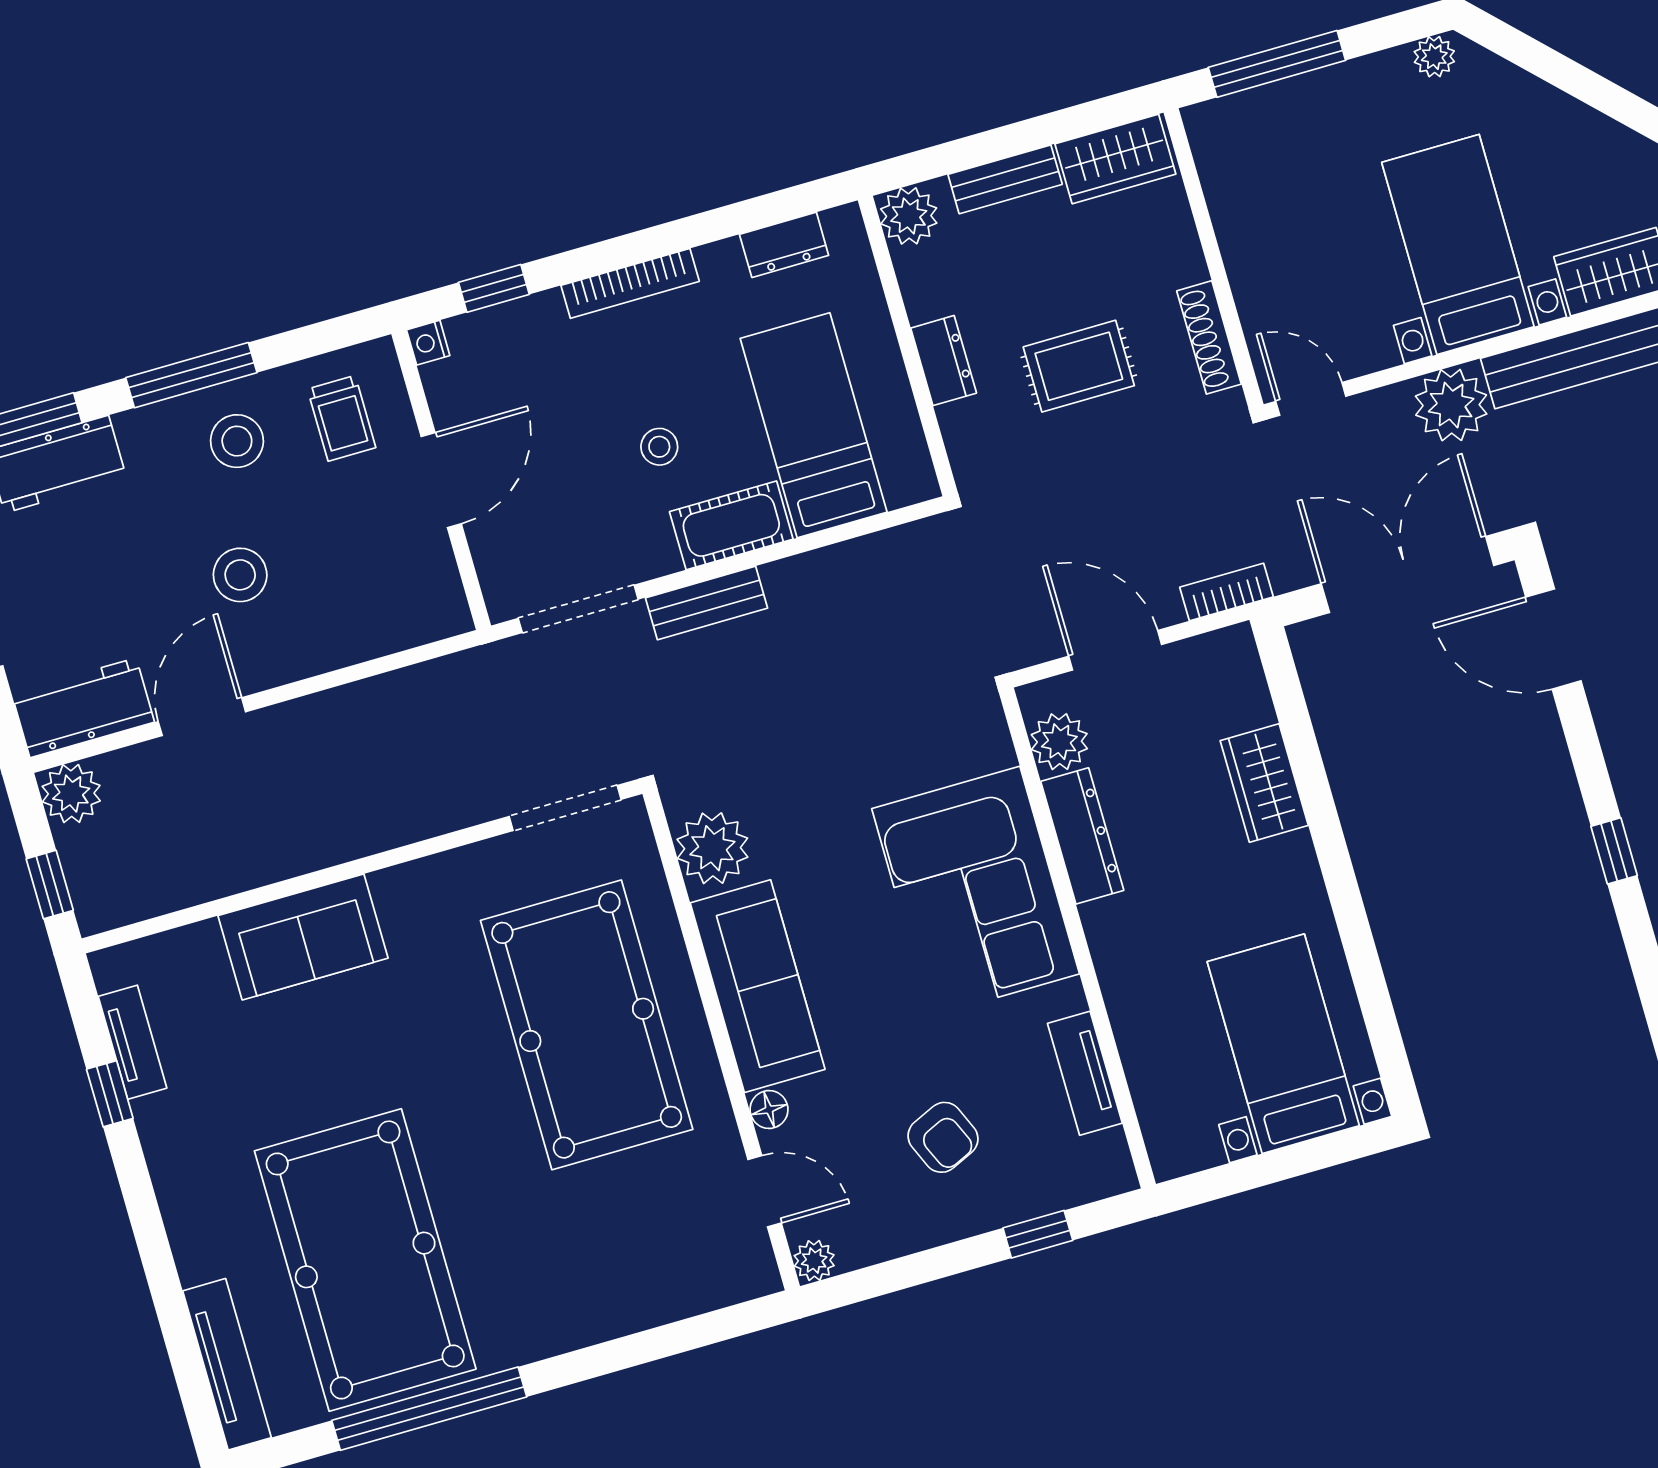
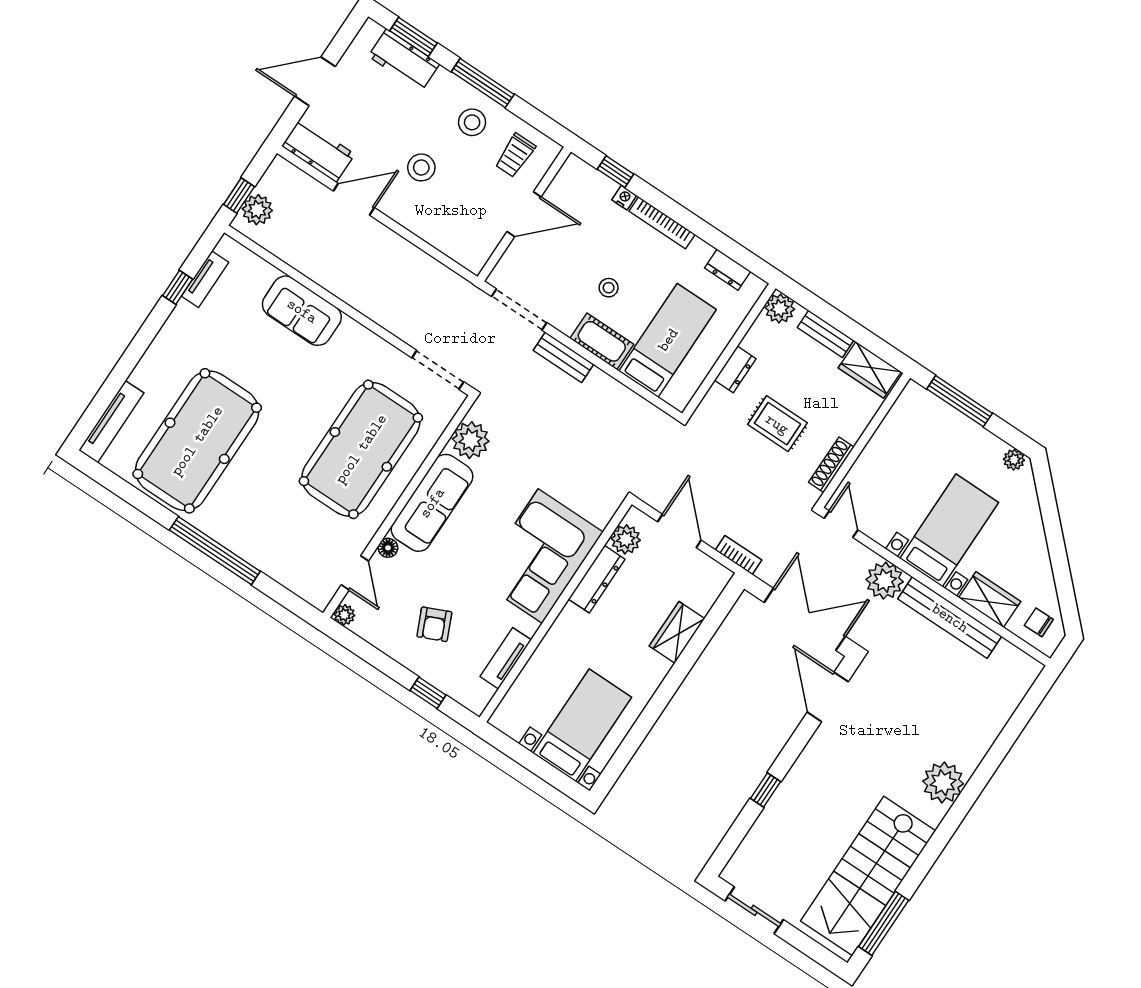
nightstand: (428, 343) -> (624, 198), moved, turned 90
plant: (71, 794) -> (257, 210), moved
window: (429, 1409) -> (215, 551), moved

